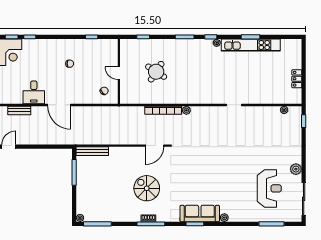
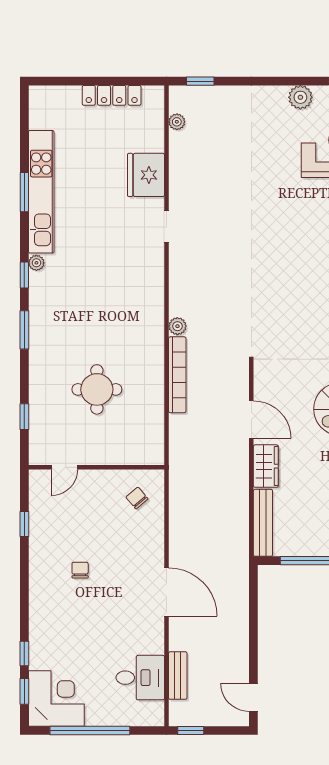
round table: (156, 72) -> (97, 389), turned -33
door: (119, 73) -> (64, 467), moved
locker: (297, 79) -> (112, 95), width x1.53
desk: (34, 92) -> (140, 678), moved
fridge: (259, 95) -> (146, 175), added
door: (59, 105) -> (166, 592), hinge flipped
door: (155, 146) -> (251, 420), moved
wardrobe: (119, 153) -> (266, 466), added

